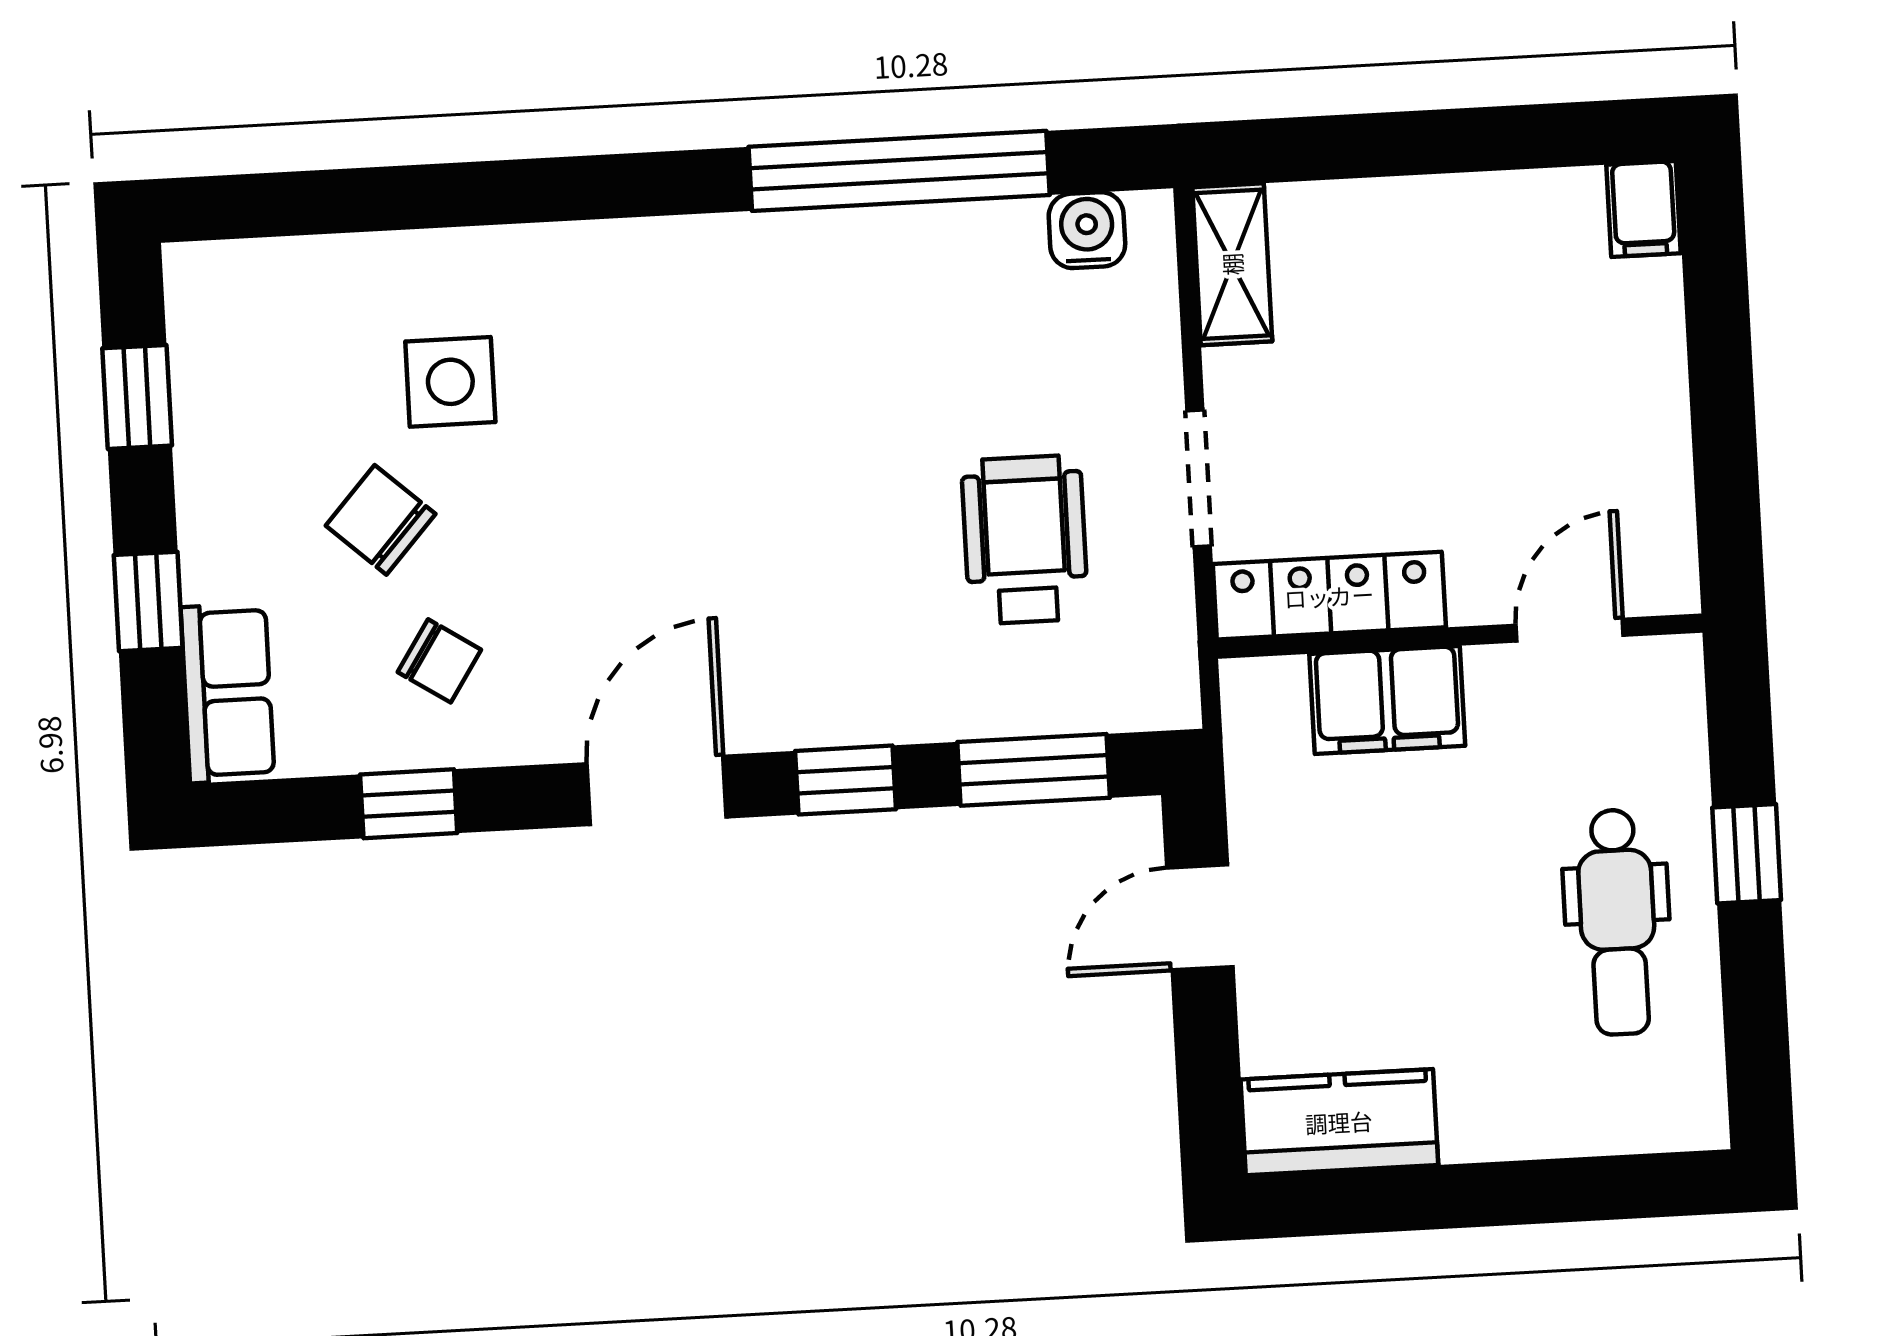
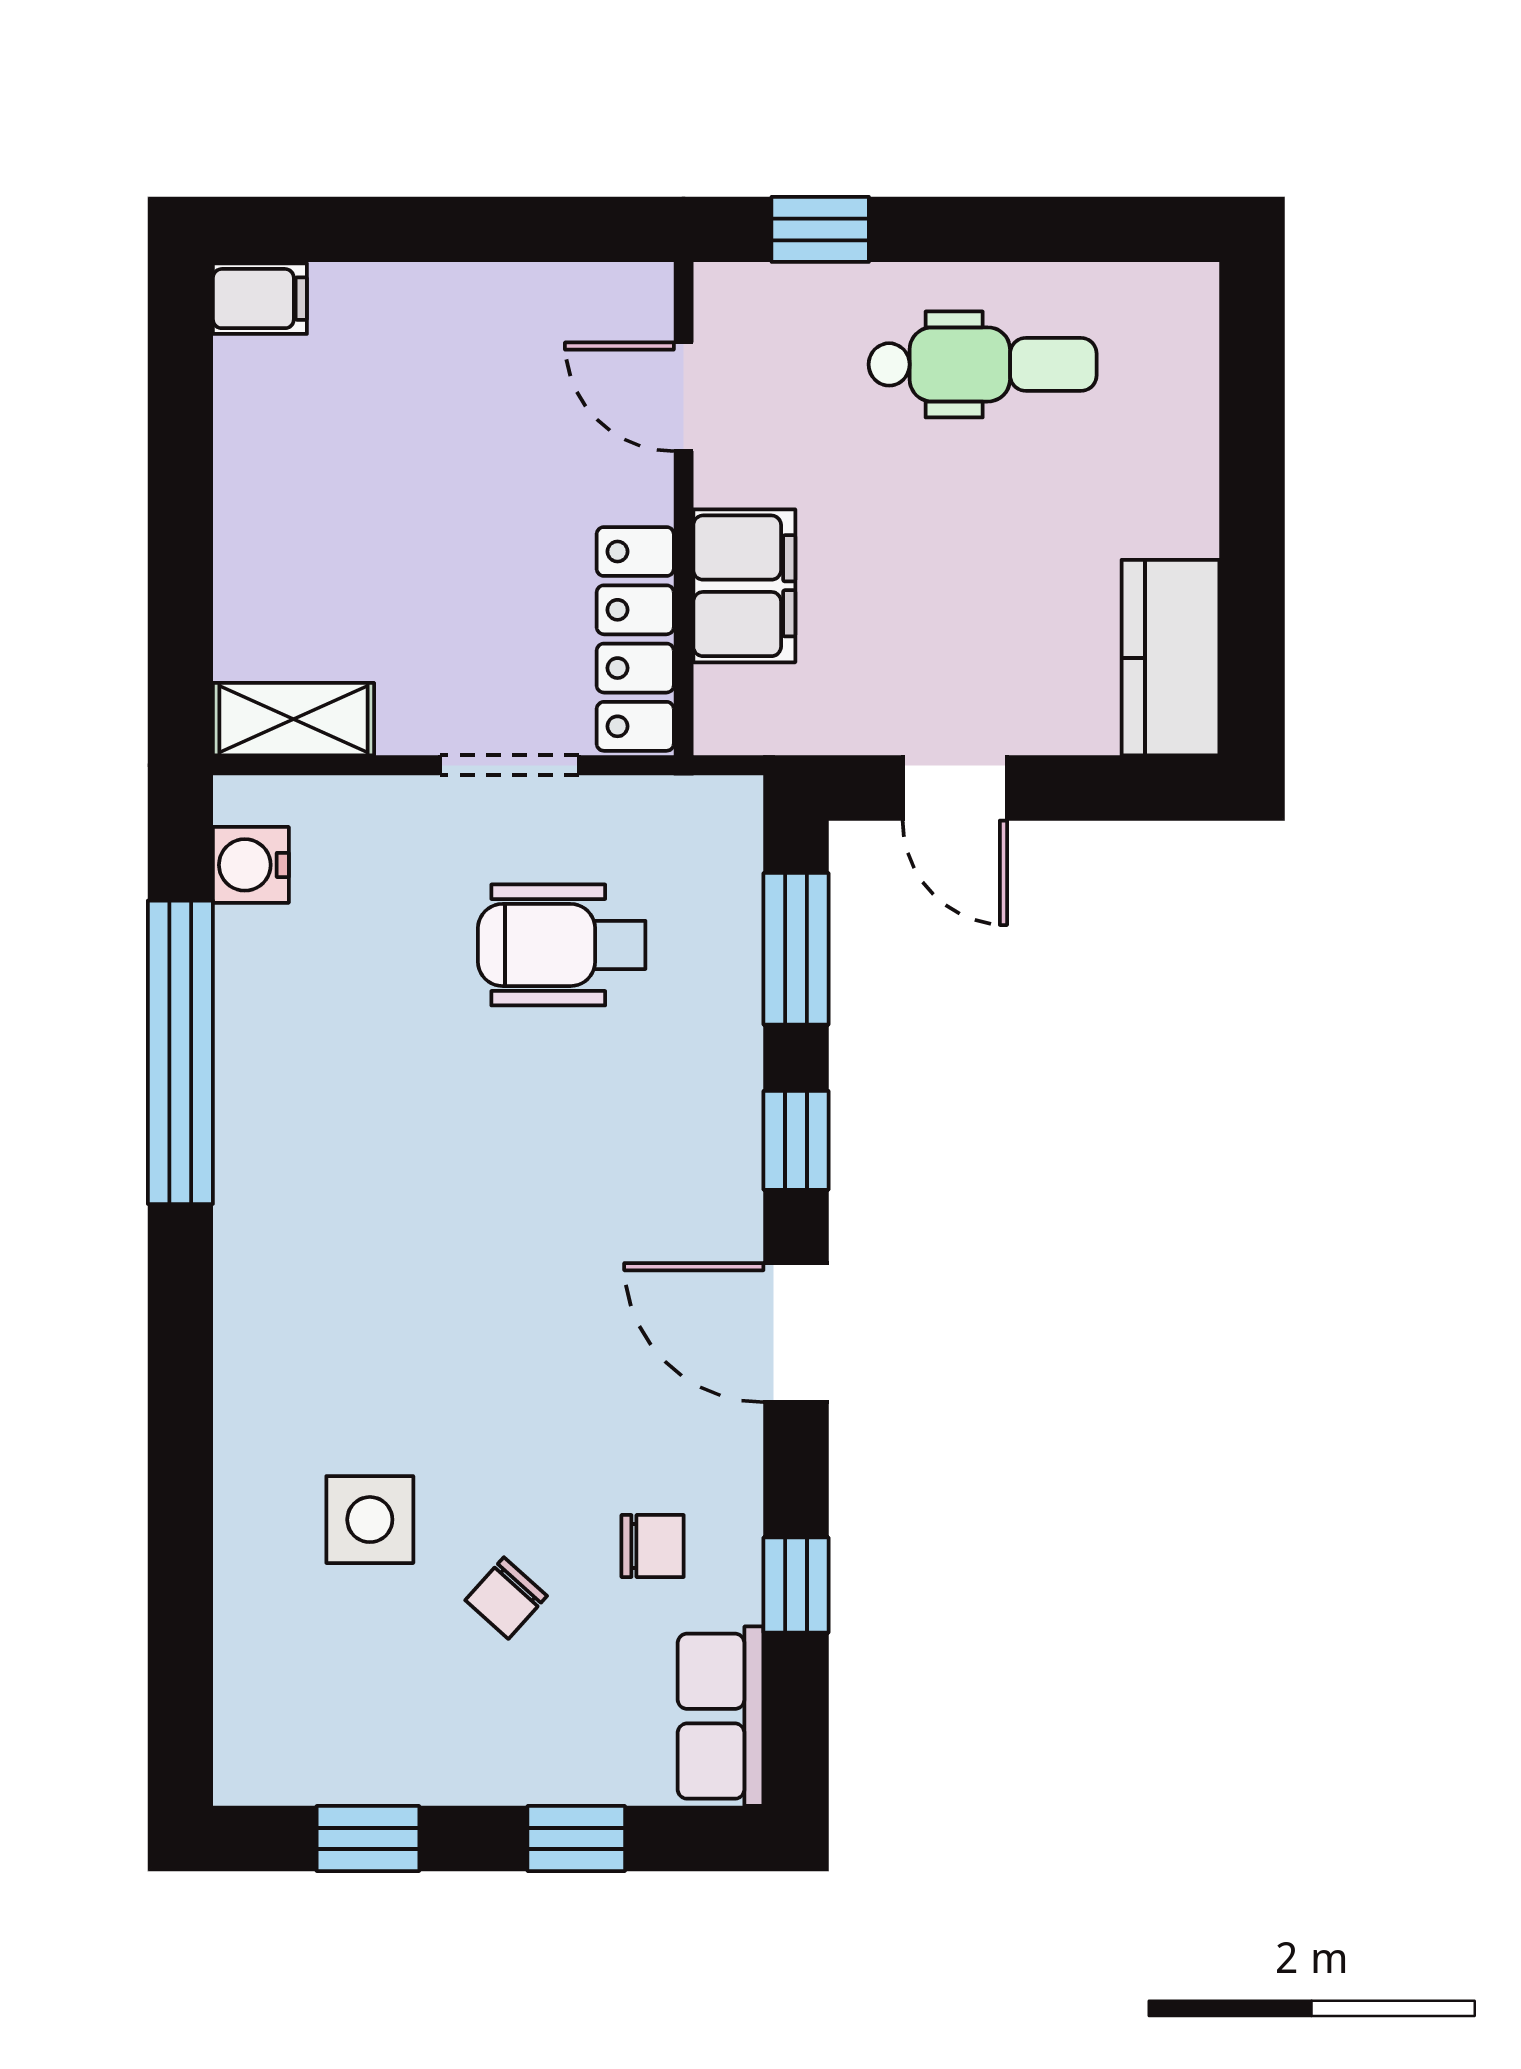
chair: (381, 520) -> (506, 1598), width x0.73, depth x0.73
chair: (439, 661) -> (653, 1546), turned 57
row of seats: (227, 693) -> (720, 1716), moved, turned -90
window: (1747, 854) -> (820, 229), moved

